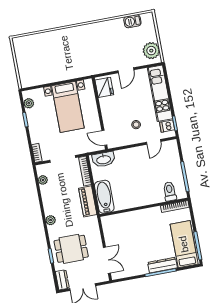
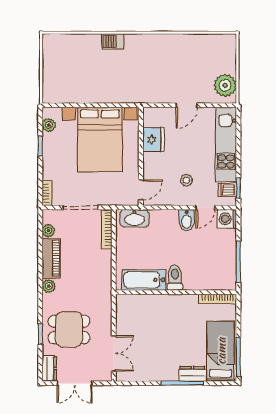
barbecue: (132, 21) -> (113, 42), moved
fridge: (104, 87) -> (153, 140), moved
bed with nightstands: (68, 107) -> (100, 139), width x1.36
door: (104, 138) -> (141, 190), swing flipped
washing machine: (171, 147) -> (227, 219), added
bidet: (142, 154) -> (187, 220), added
toilet: (170, 191) -> (175, 278), moved
bathtub: (104, 197) -> (144, 280), moved, turned -90
piano: (88, 201) -> (51, 258), moved, turned 180
dresser: (162, 265) -> (192, 374), width x0.70

